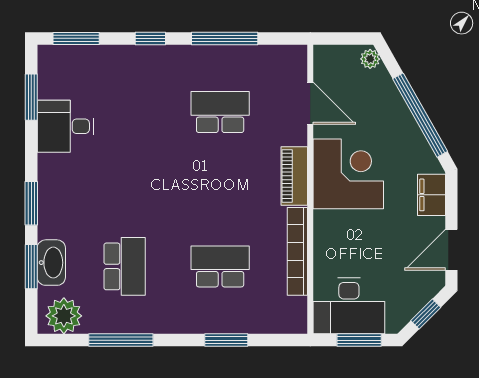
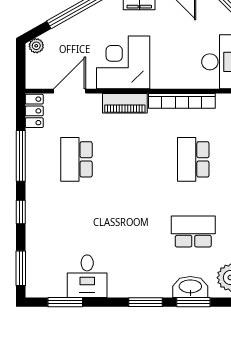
locker: (284, 56) -> (34, 111), added

